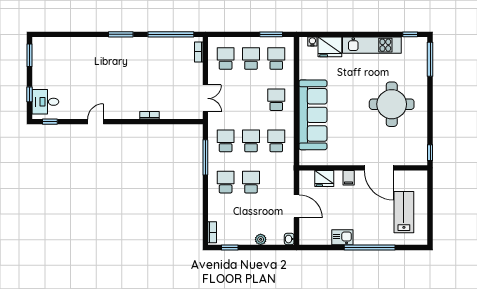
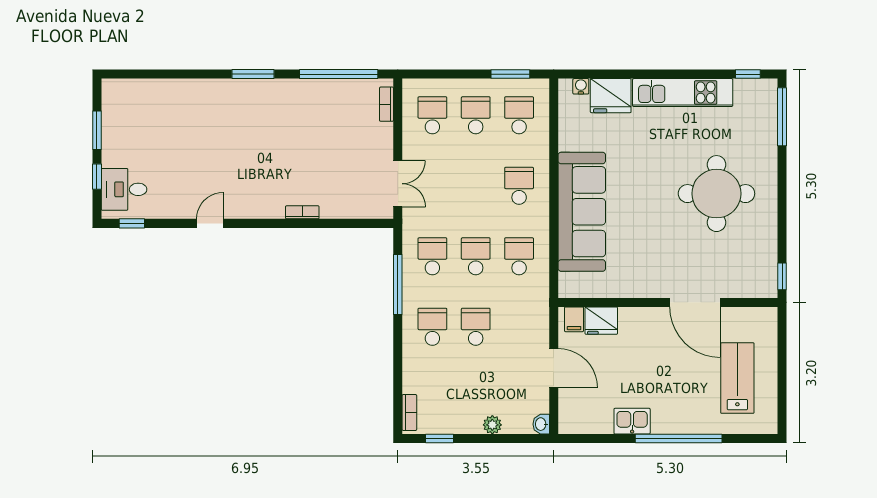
window: (29, 55) -> (97, 130), moved
filing cabinet: (349, 178) -> (574, 319), moved

